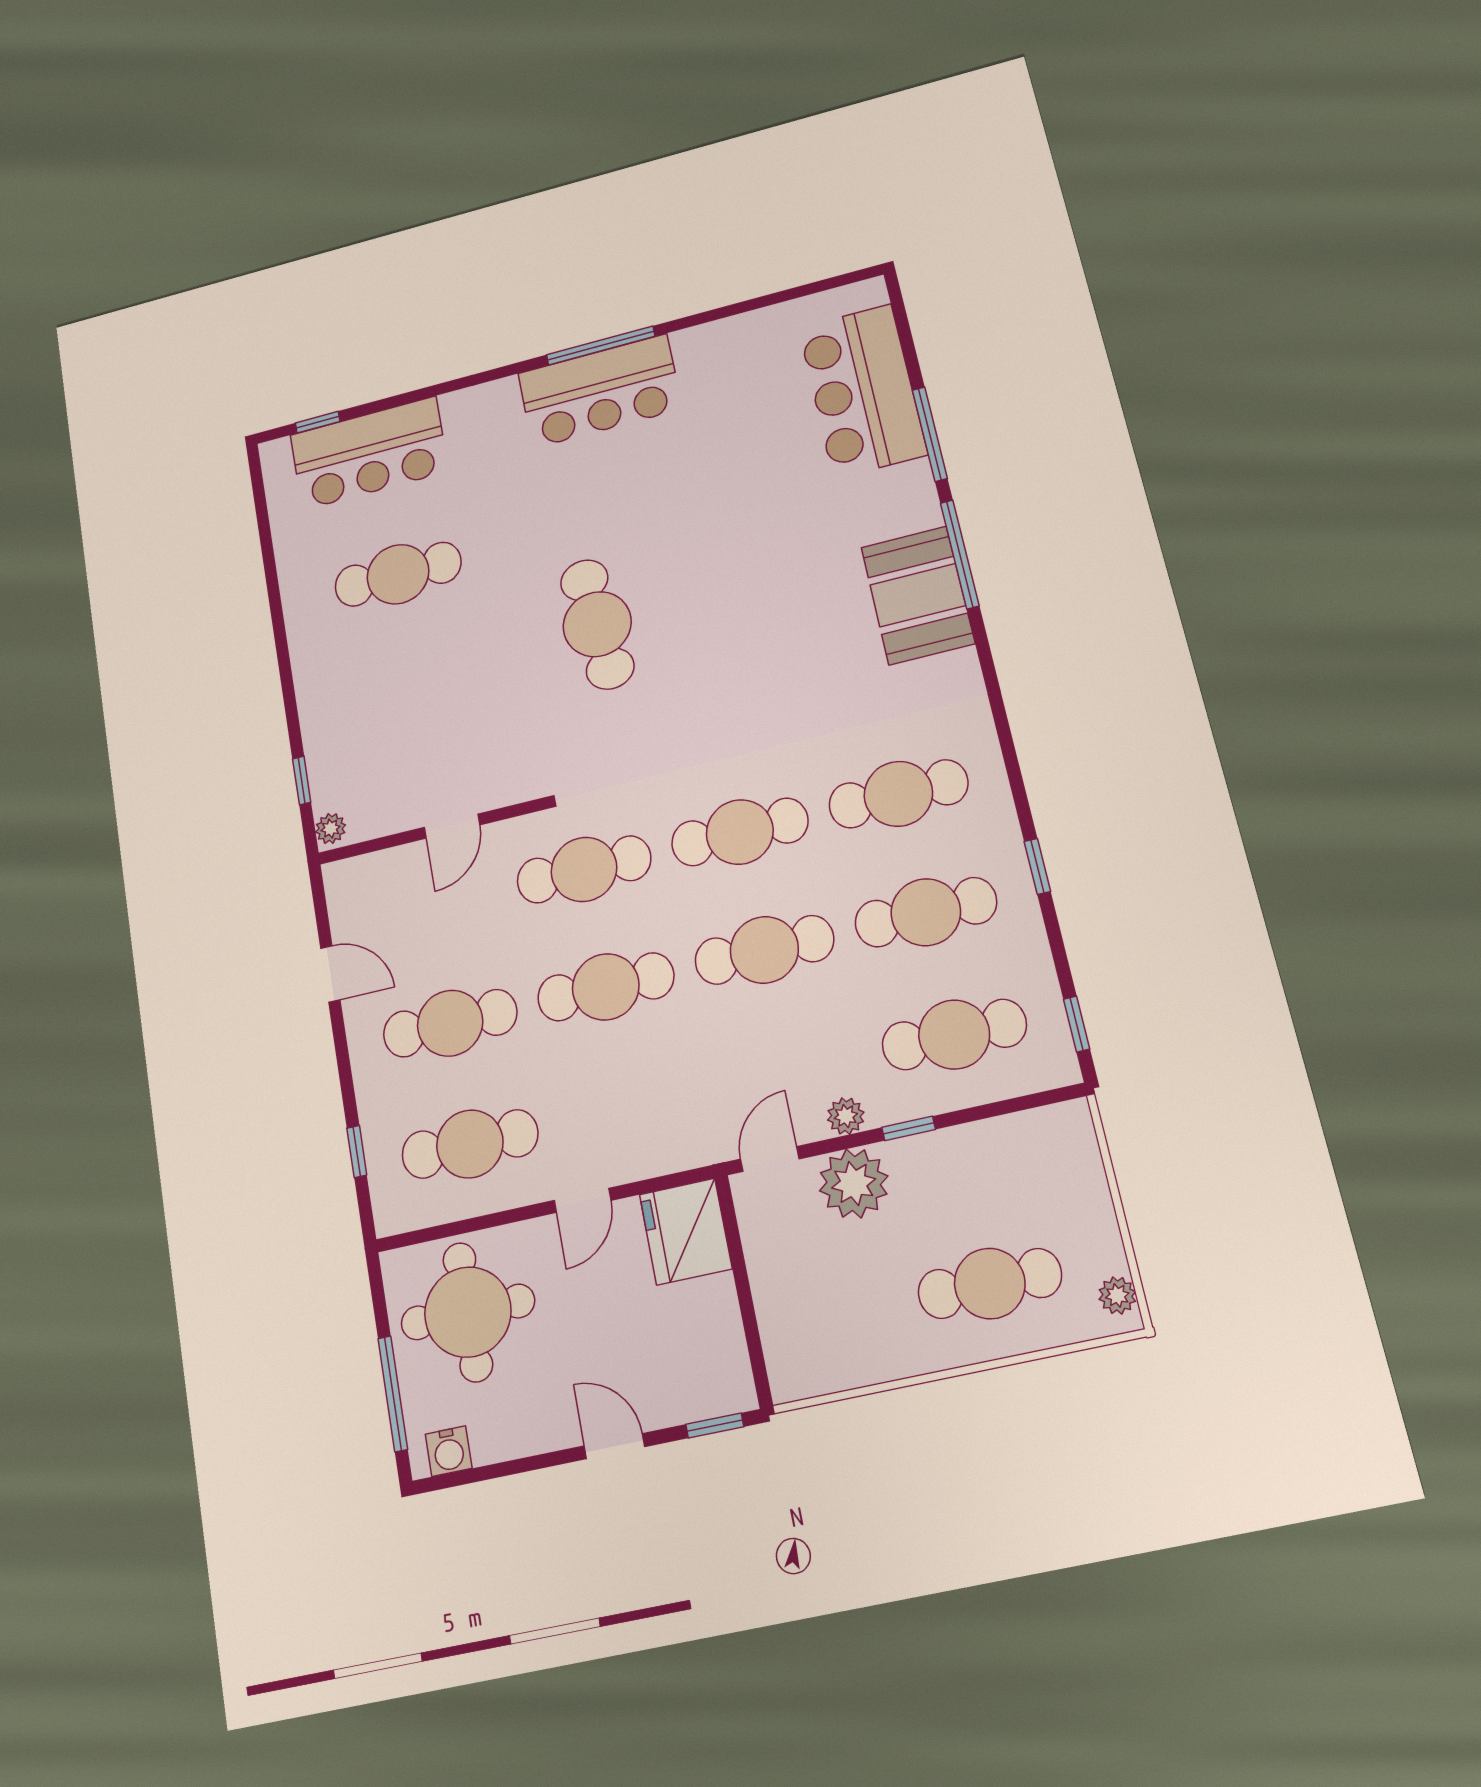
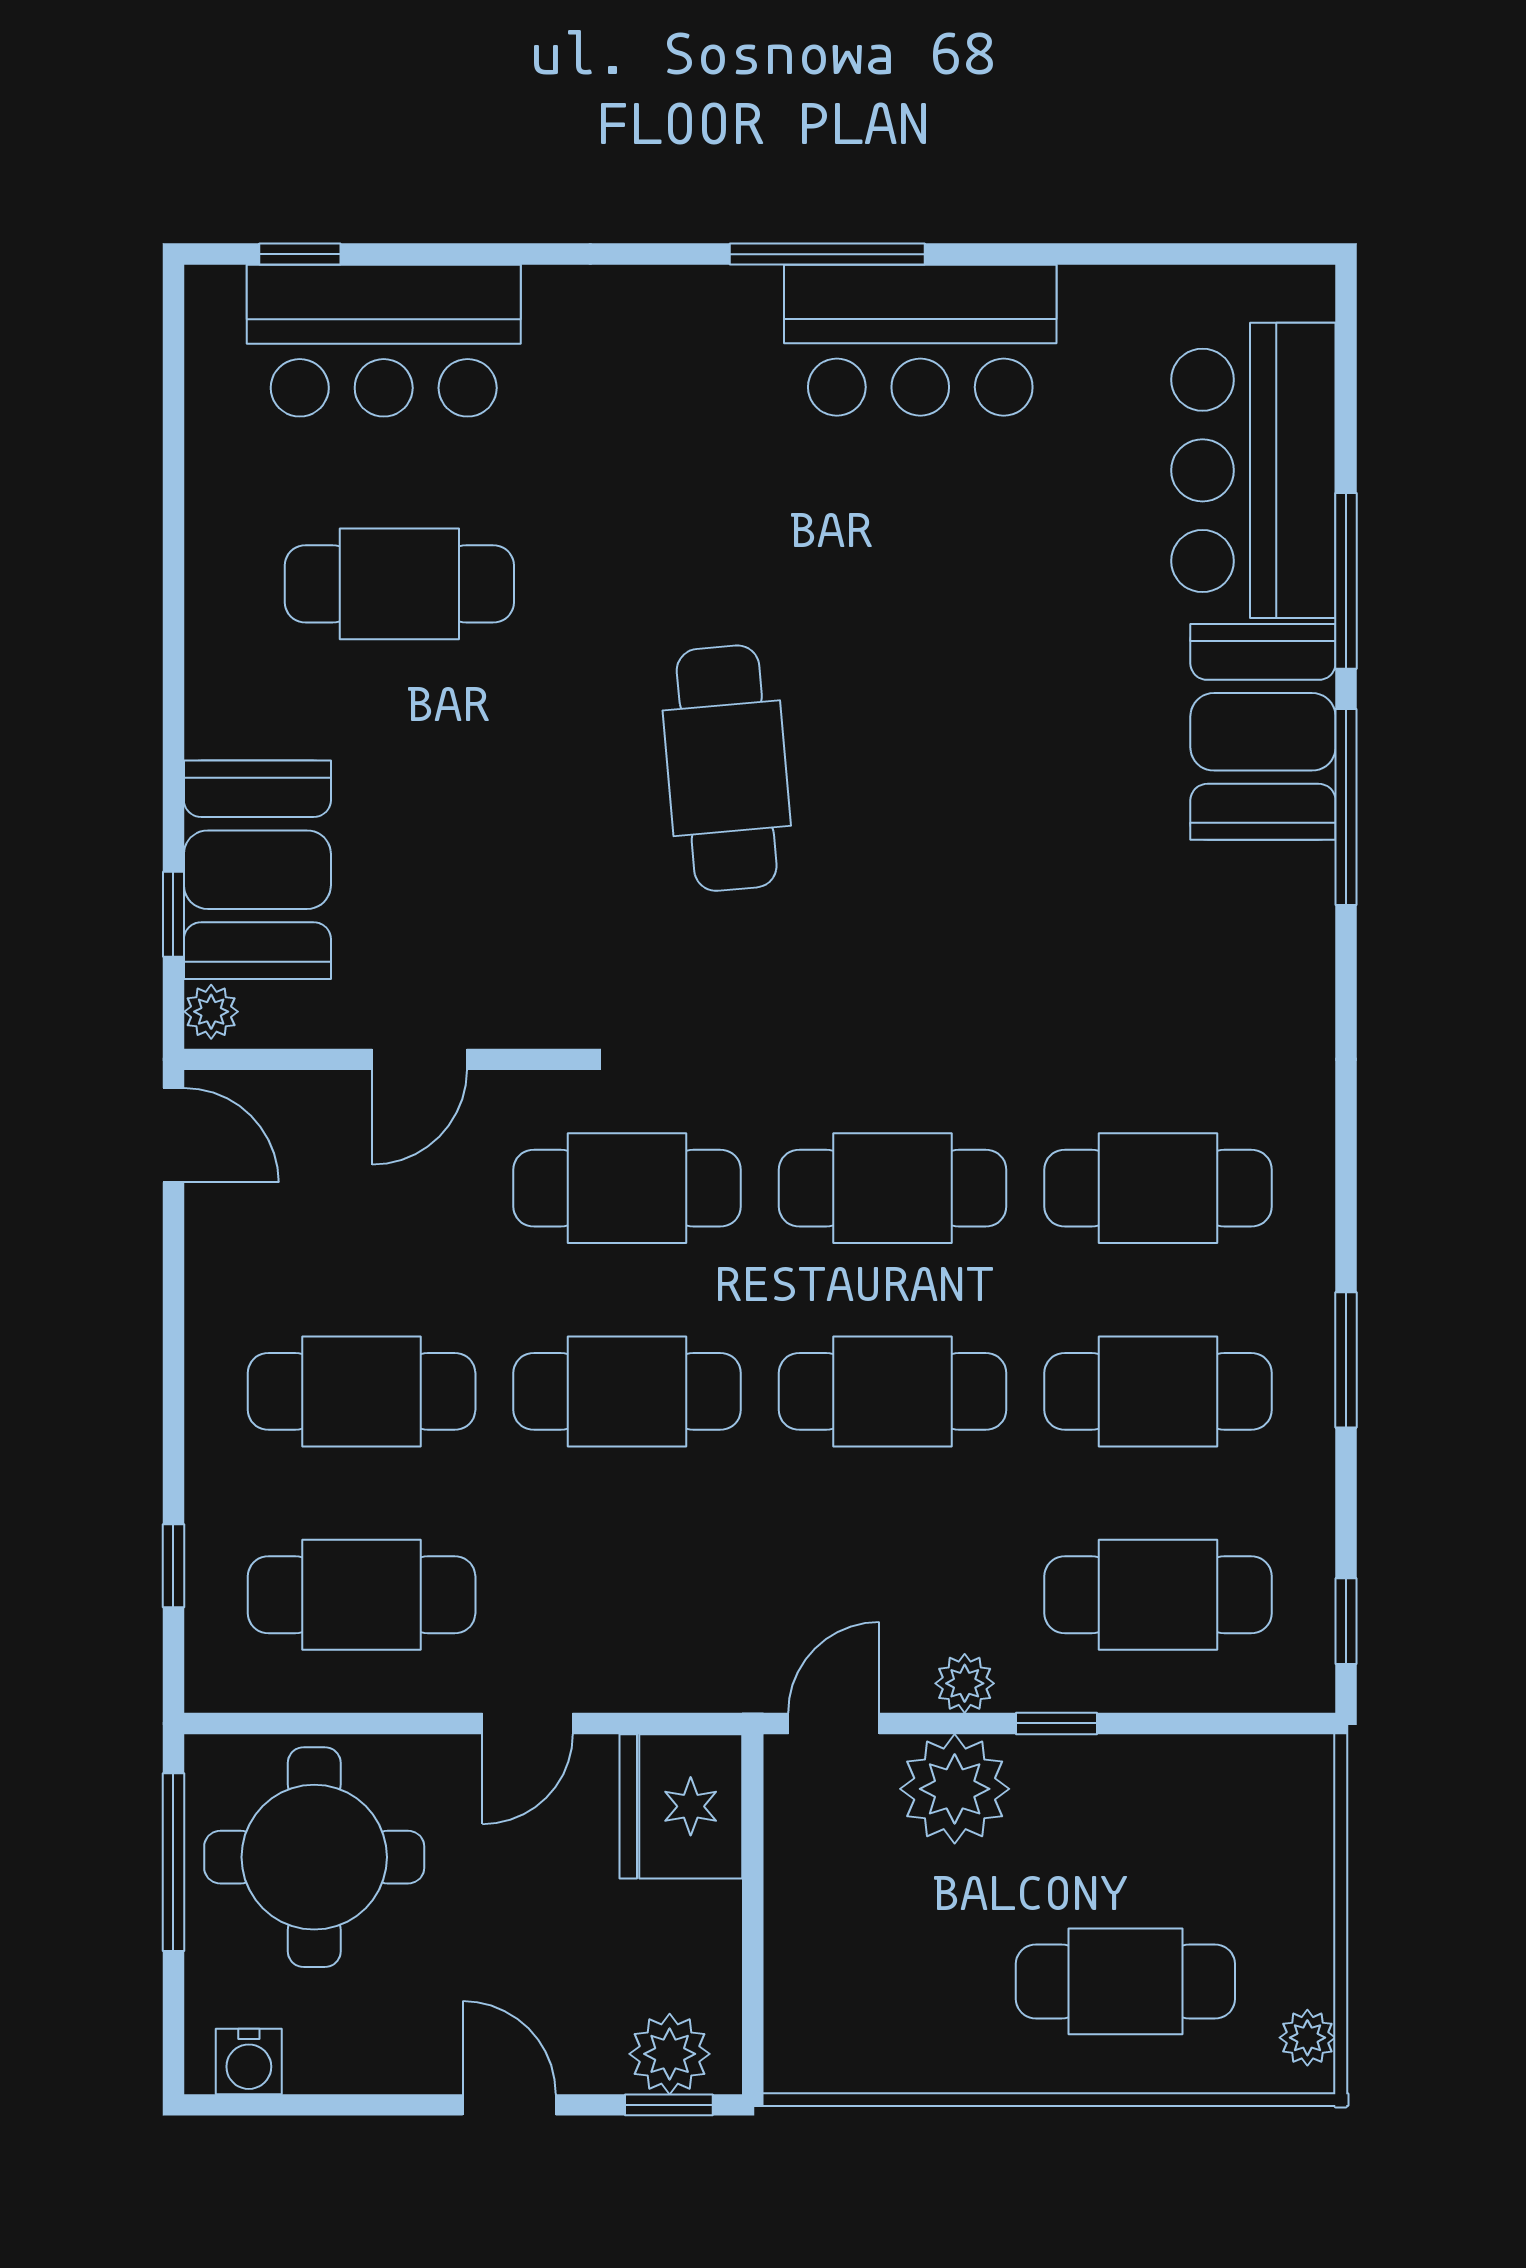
bar counter: (600, 391) -> (920, 340), moved
booth: (918, 595) -> (1263, 732), moved
booth: (344, 745) -> (257, 870), added
window: (1037, 866) -> (1346, 1360), width x1.50
door: (330, 974) -> (173, 1135), moved
plant: (709, 1392) -> (670, 2054), added
window: (393, 1394) -> (173, 1862), moved

